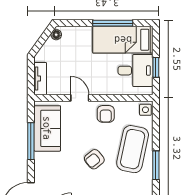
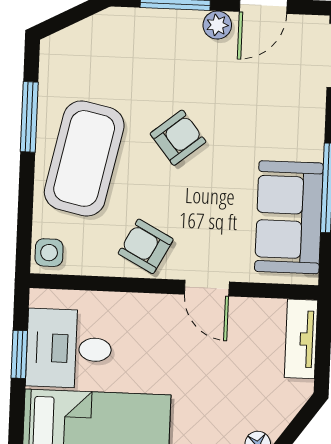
armchair: (106, 114) -> (146, 246), turned -62

